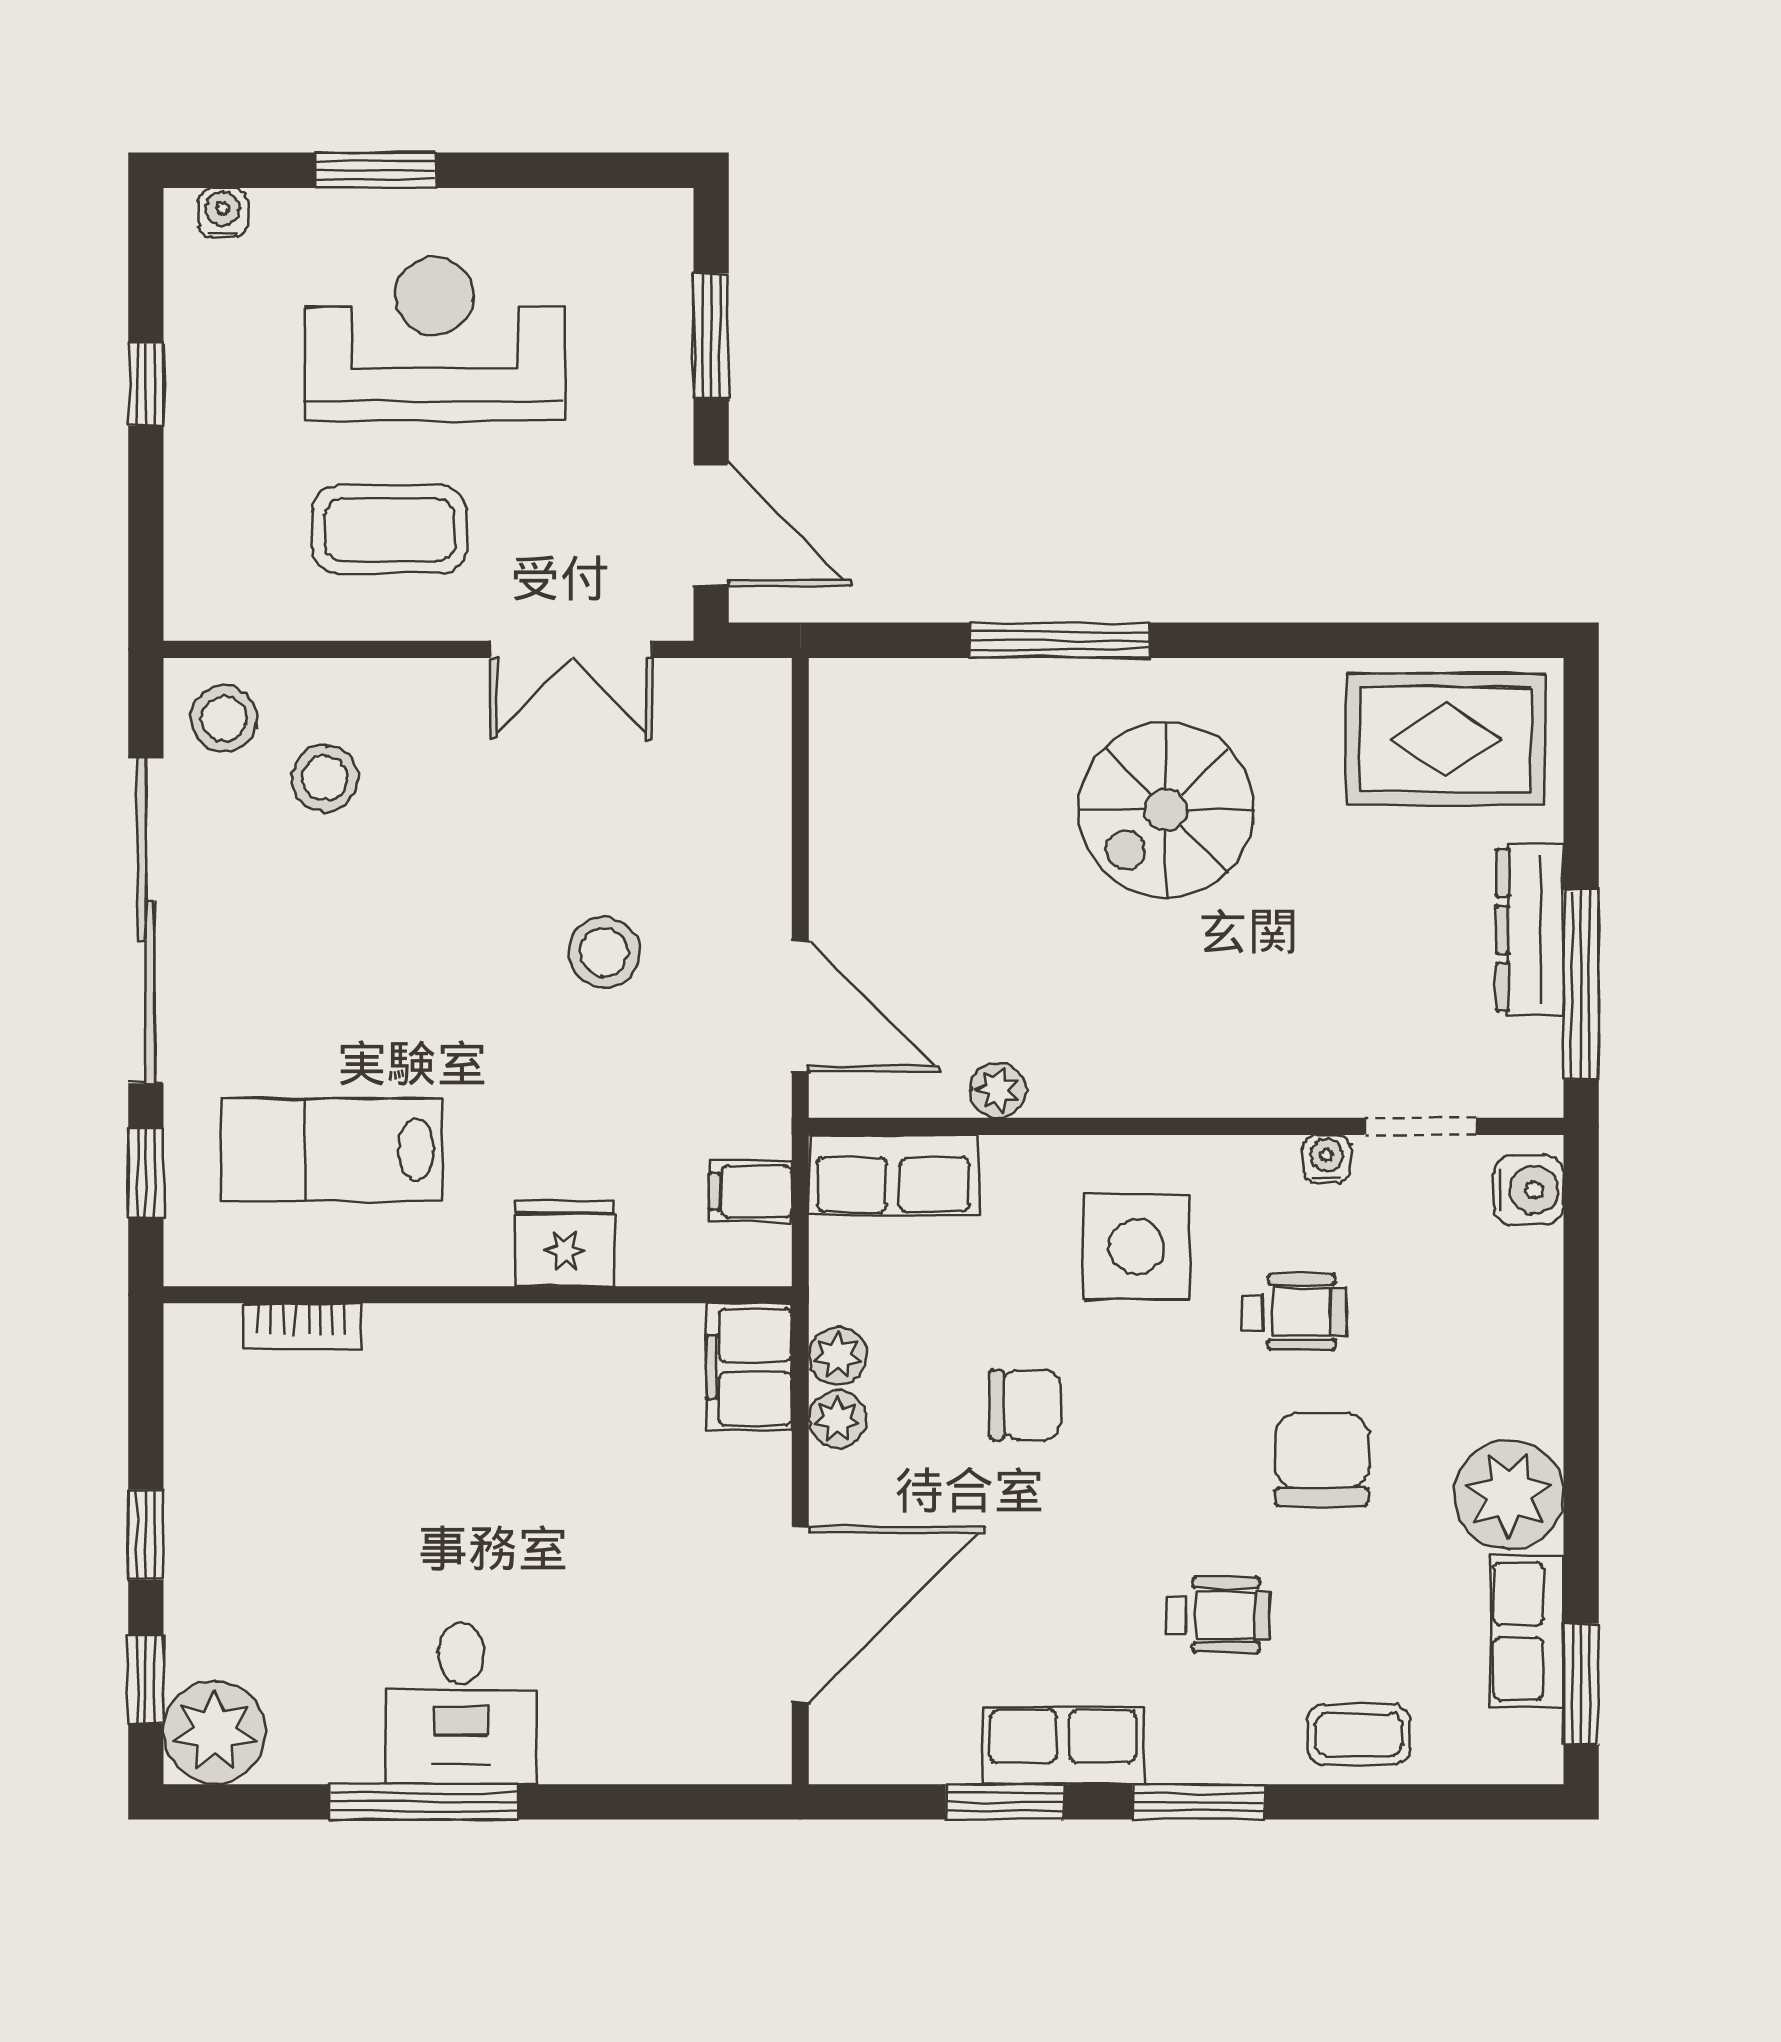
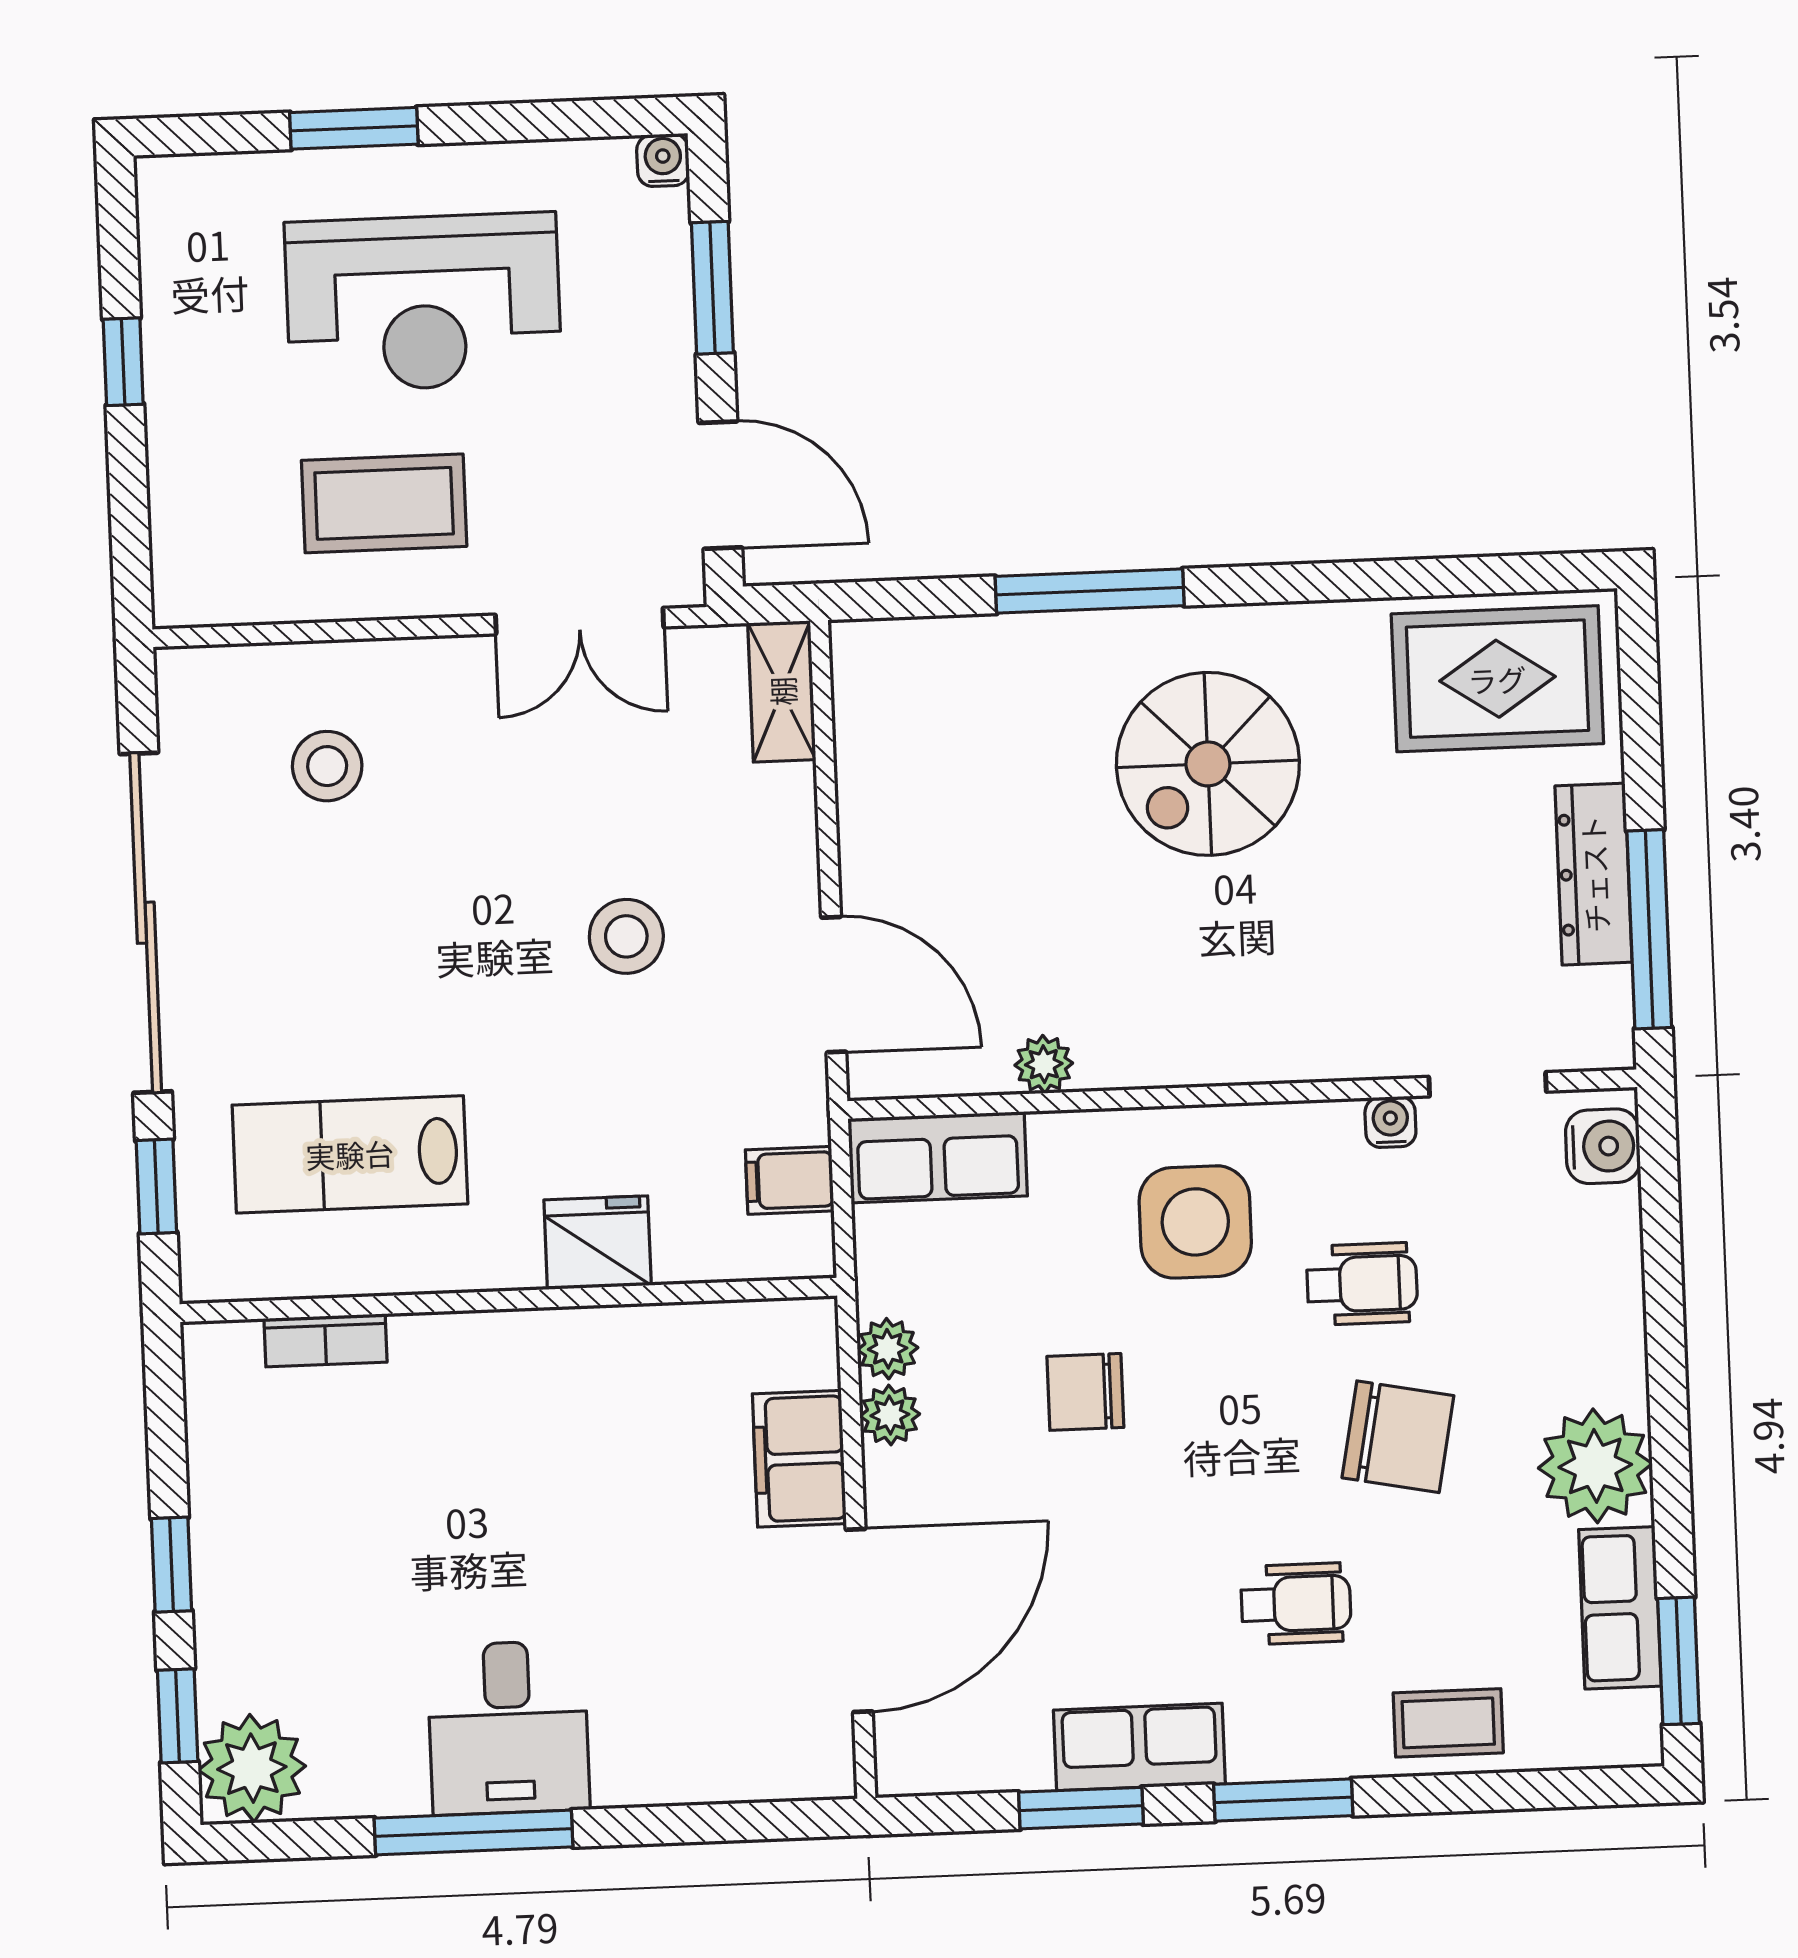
water cooler: (223, 213) -> (663, 160), moved
reception desk: (435, 339) -> (423, 302), turned 180
stool: (224, 718) -> (219, 708), removed
shelving: (762, 724) -> (782, 691), added
filing cabinet: (749, 1367) -> (799, 1459), moved
chair: (1025, 1405) -> (1085, 1392), turned 180
chair: (1322, 1460) -> (1398, 1437), turned 101

